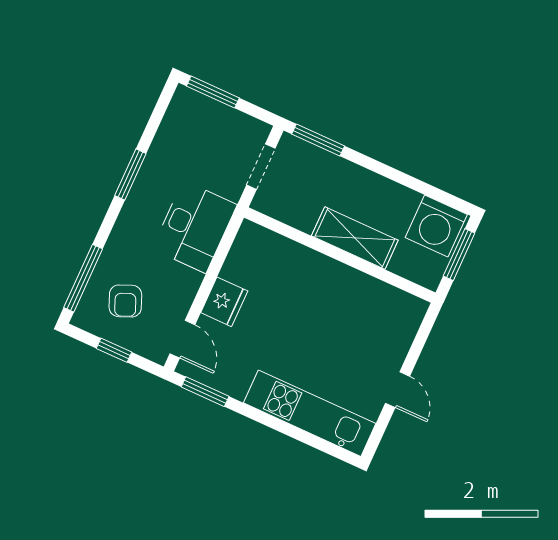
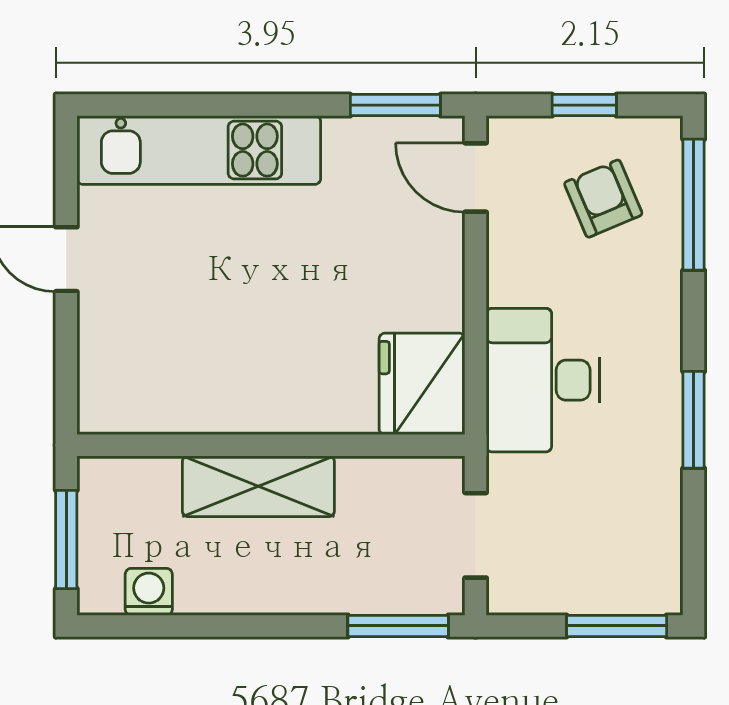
washing machine: (436, 226) -> (149, 592), width x0.53, depth x0.53
fridge: (224, 302) -> (422, 384), moved, width x1.36, depth x1.34

